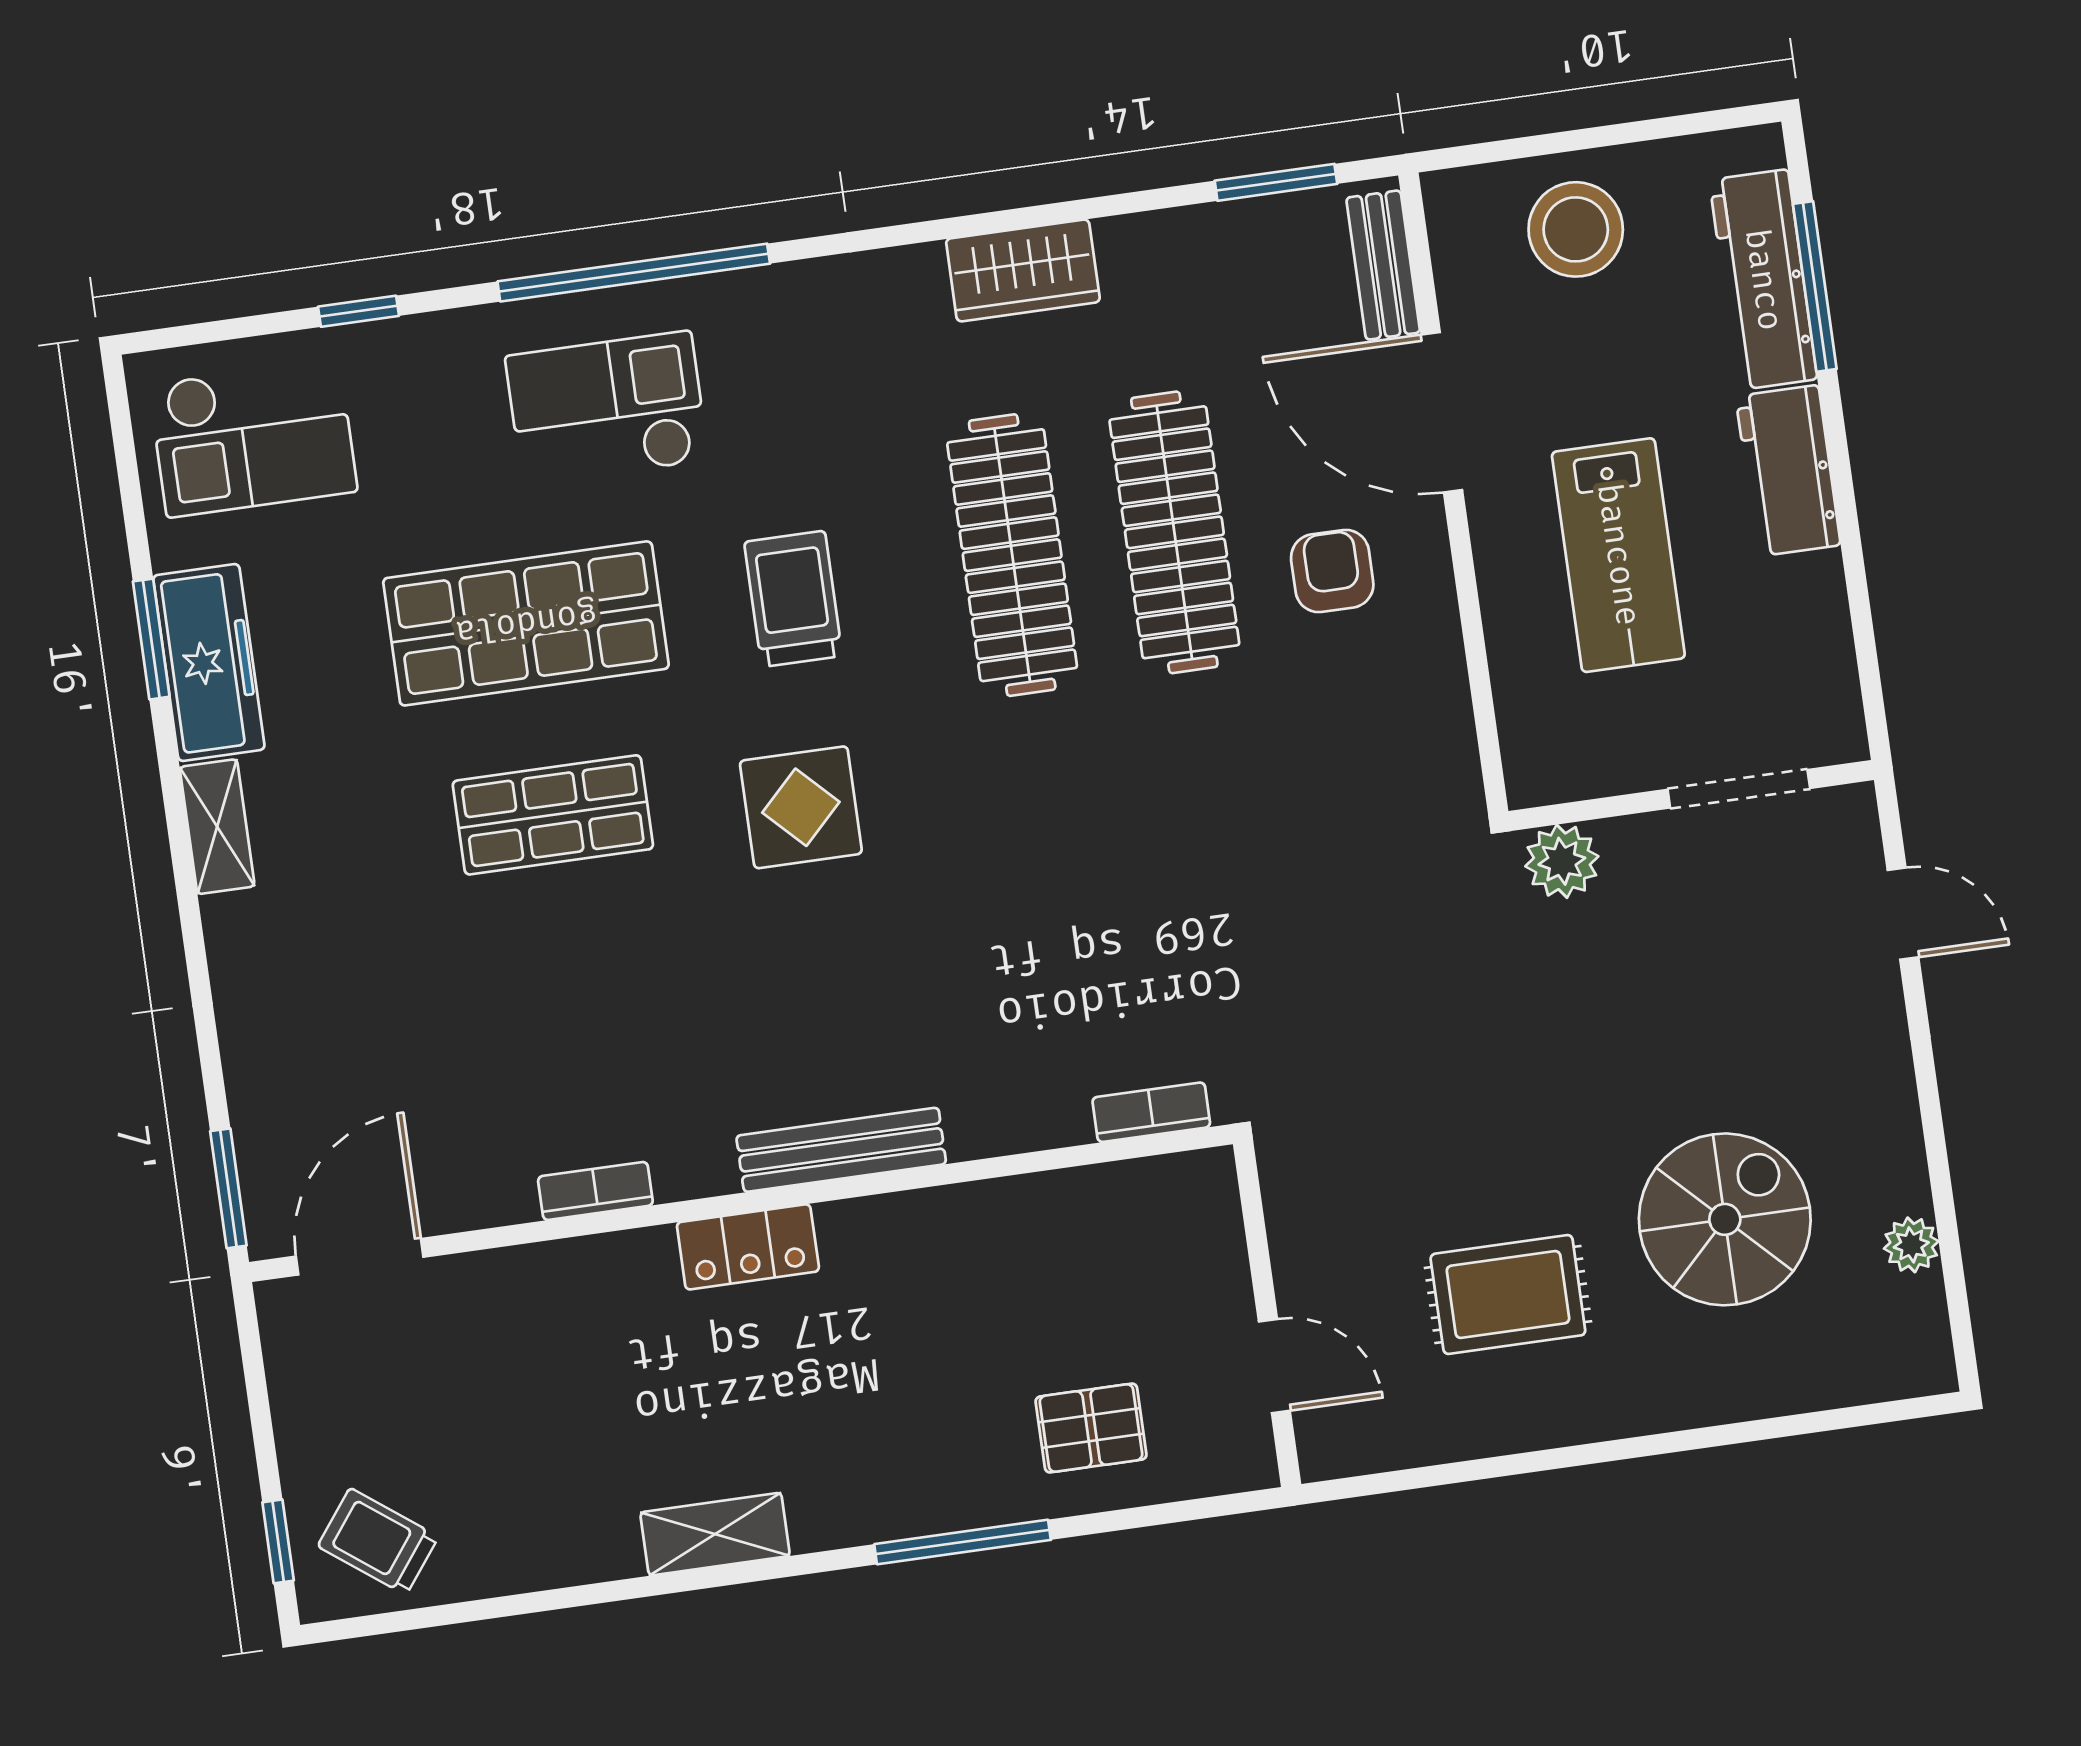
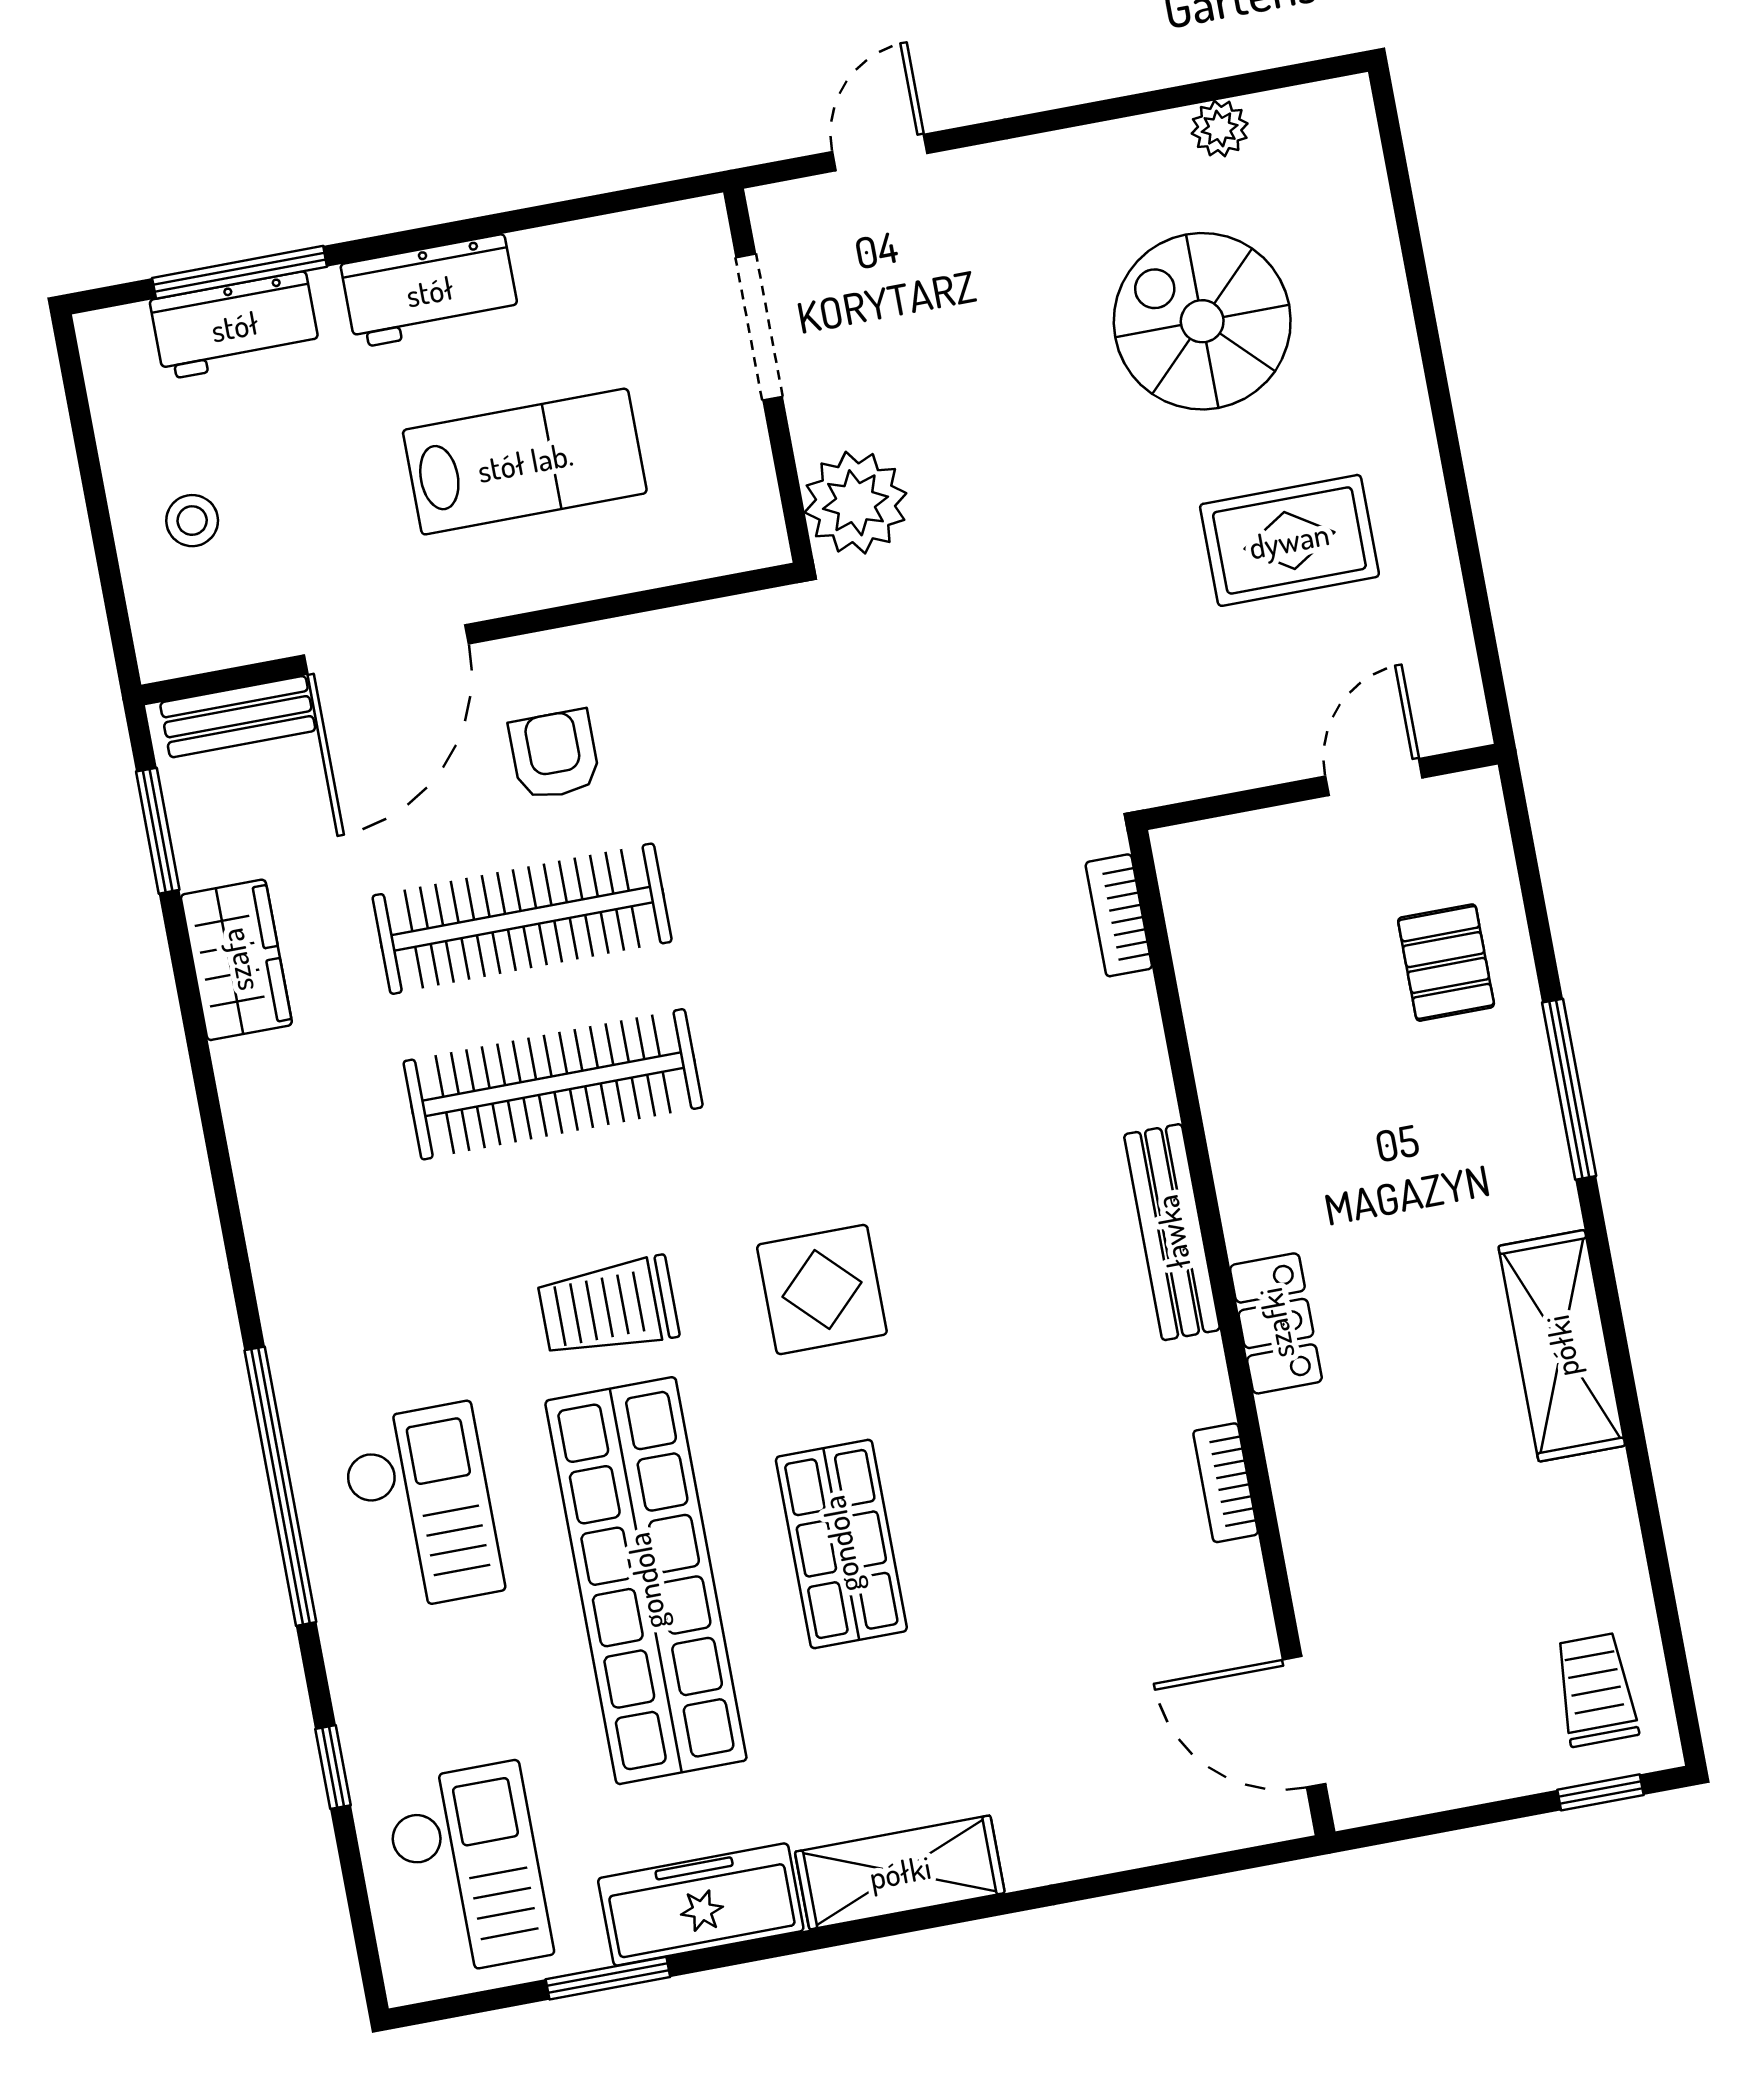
stool: (1576, 229) -> (192, 521), width x0.53, depth x0.53
wardrobe: (1023, 270) -> (236, 960), moved
workbench: (1763, 280) -> (235, 326), width x0.73
checkout: (607, 408) -> (421, 1507), turned 180
armchair: (1332, 571) -> (554, 755), turned 90
shop shelf: (526, 623) -> (646, 1581), width x1.40
window: (151, 639) -> (608, 1978), moved
shelving: (217, 827) -> (900, 1872), width x1.50, depth x1.33
plant: (1562, 861) -> (856, 503), width x1.36, depth x1.36
window: (228, 1188) -> (1240, 1860), removed
rug: (1508, 1295) -> (1289, 540), turned 90
shelving: (715, 1534) -> (1562, 1346), width x1.50, depth x1.33
trolley: (378, 1541) -> (1596, 1690), turned 143

